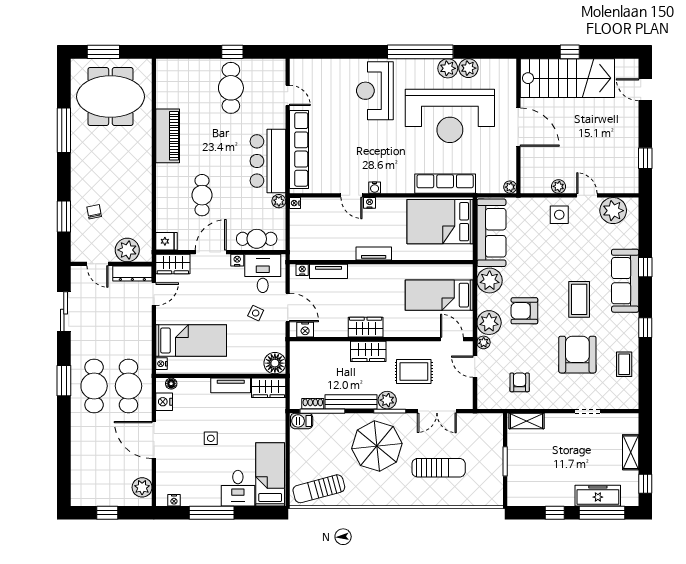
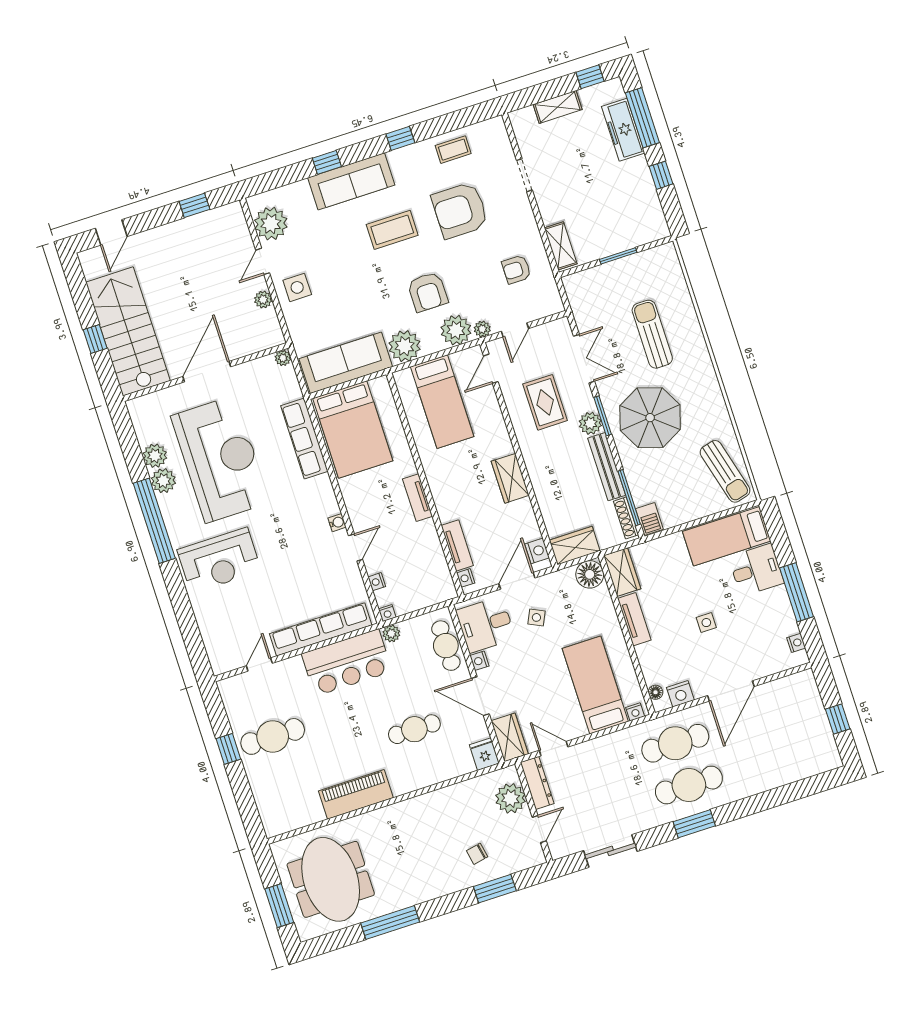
nightstand: (370, 203) -> (377, 582), moved
wardrobe: (368, 351) -> (575, 546), moved, turned -90
shoe rack: (313, 404) -> (626, 518), width x1.43
plant: (142, 487) -> (793, 687), removed

